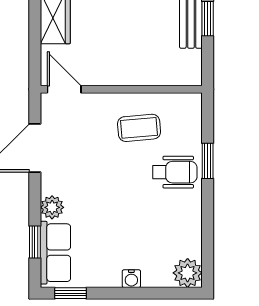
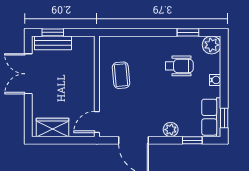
window: (208, 161) -> (188, 32), moved
wheelchair: (175, 172) -> (179, 66), moved, turned 90
row of seats: (55, 253) -> (211, 117), moved, turned -90

